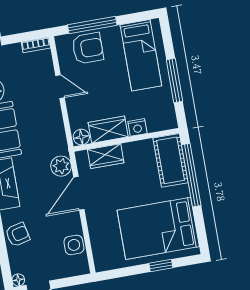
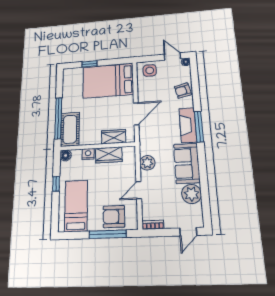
window: (175, 81) -> (56, 184), width x0.46
door: (60, 87) -> (139, 190), hinge flipped
floor lamp: (81, 137) -> (66, 155), moved
plant: (61, 166) -> (147, 163), moved
bed: (158, 228) -> (108, 81), moved, turned 180
side table: (74, 245) -> (150, 70), moved

